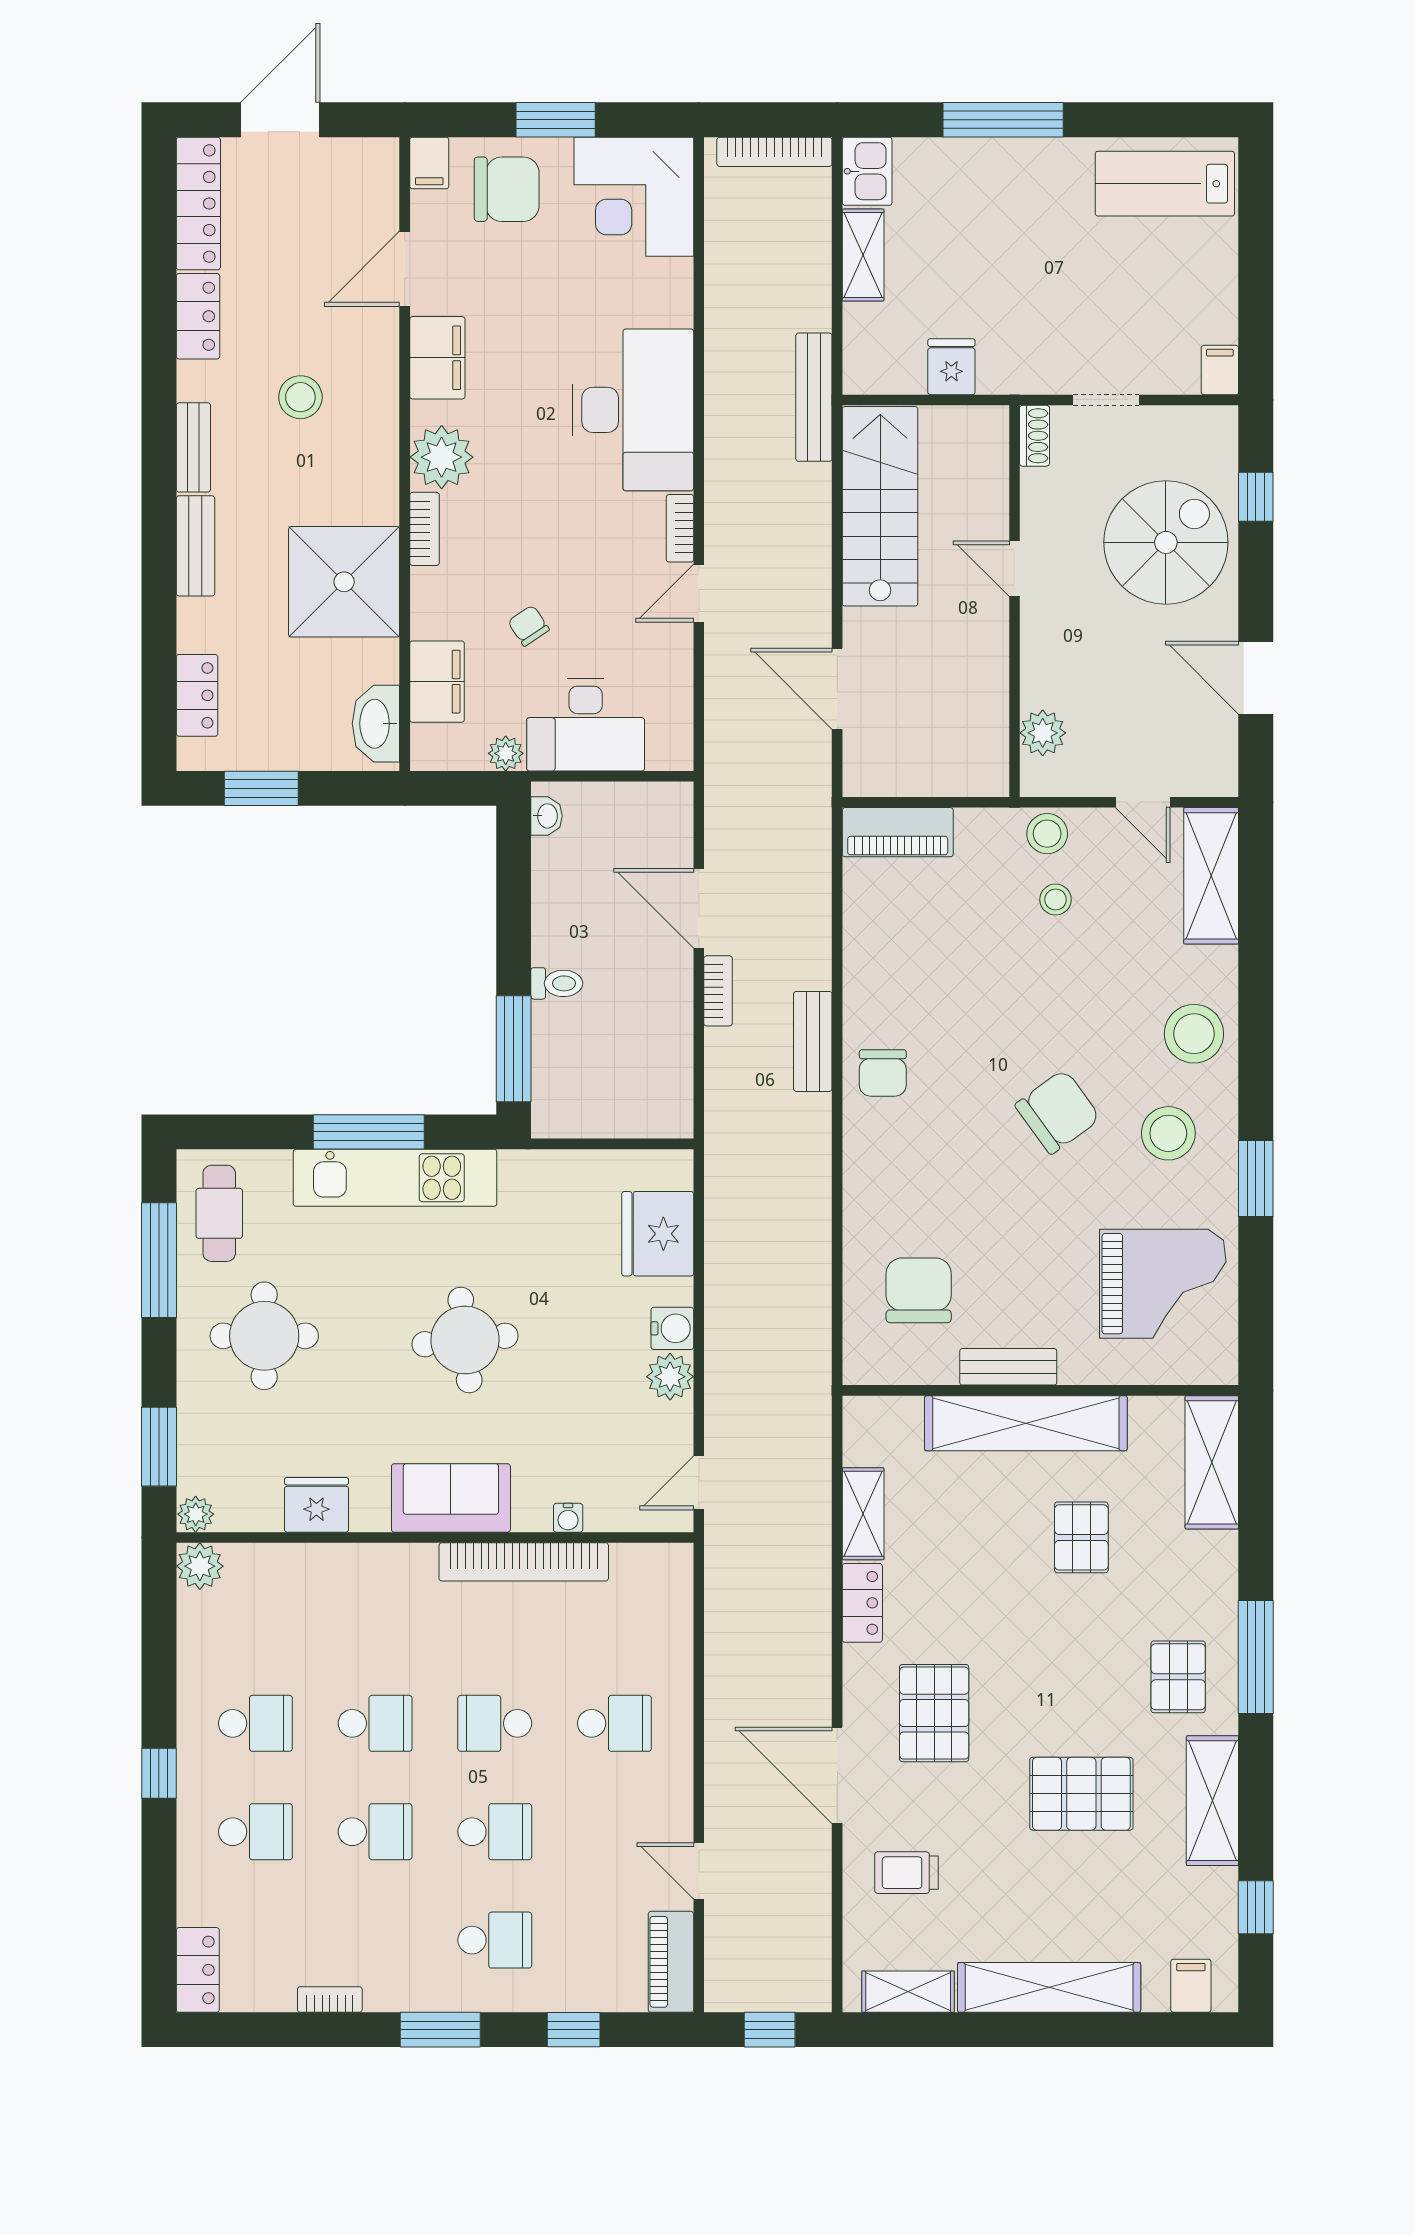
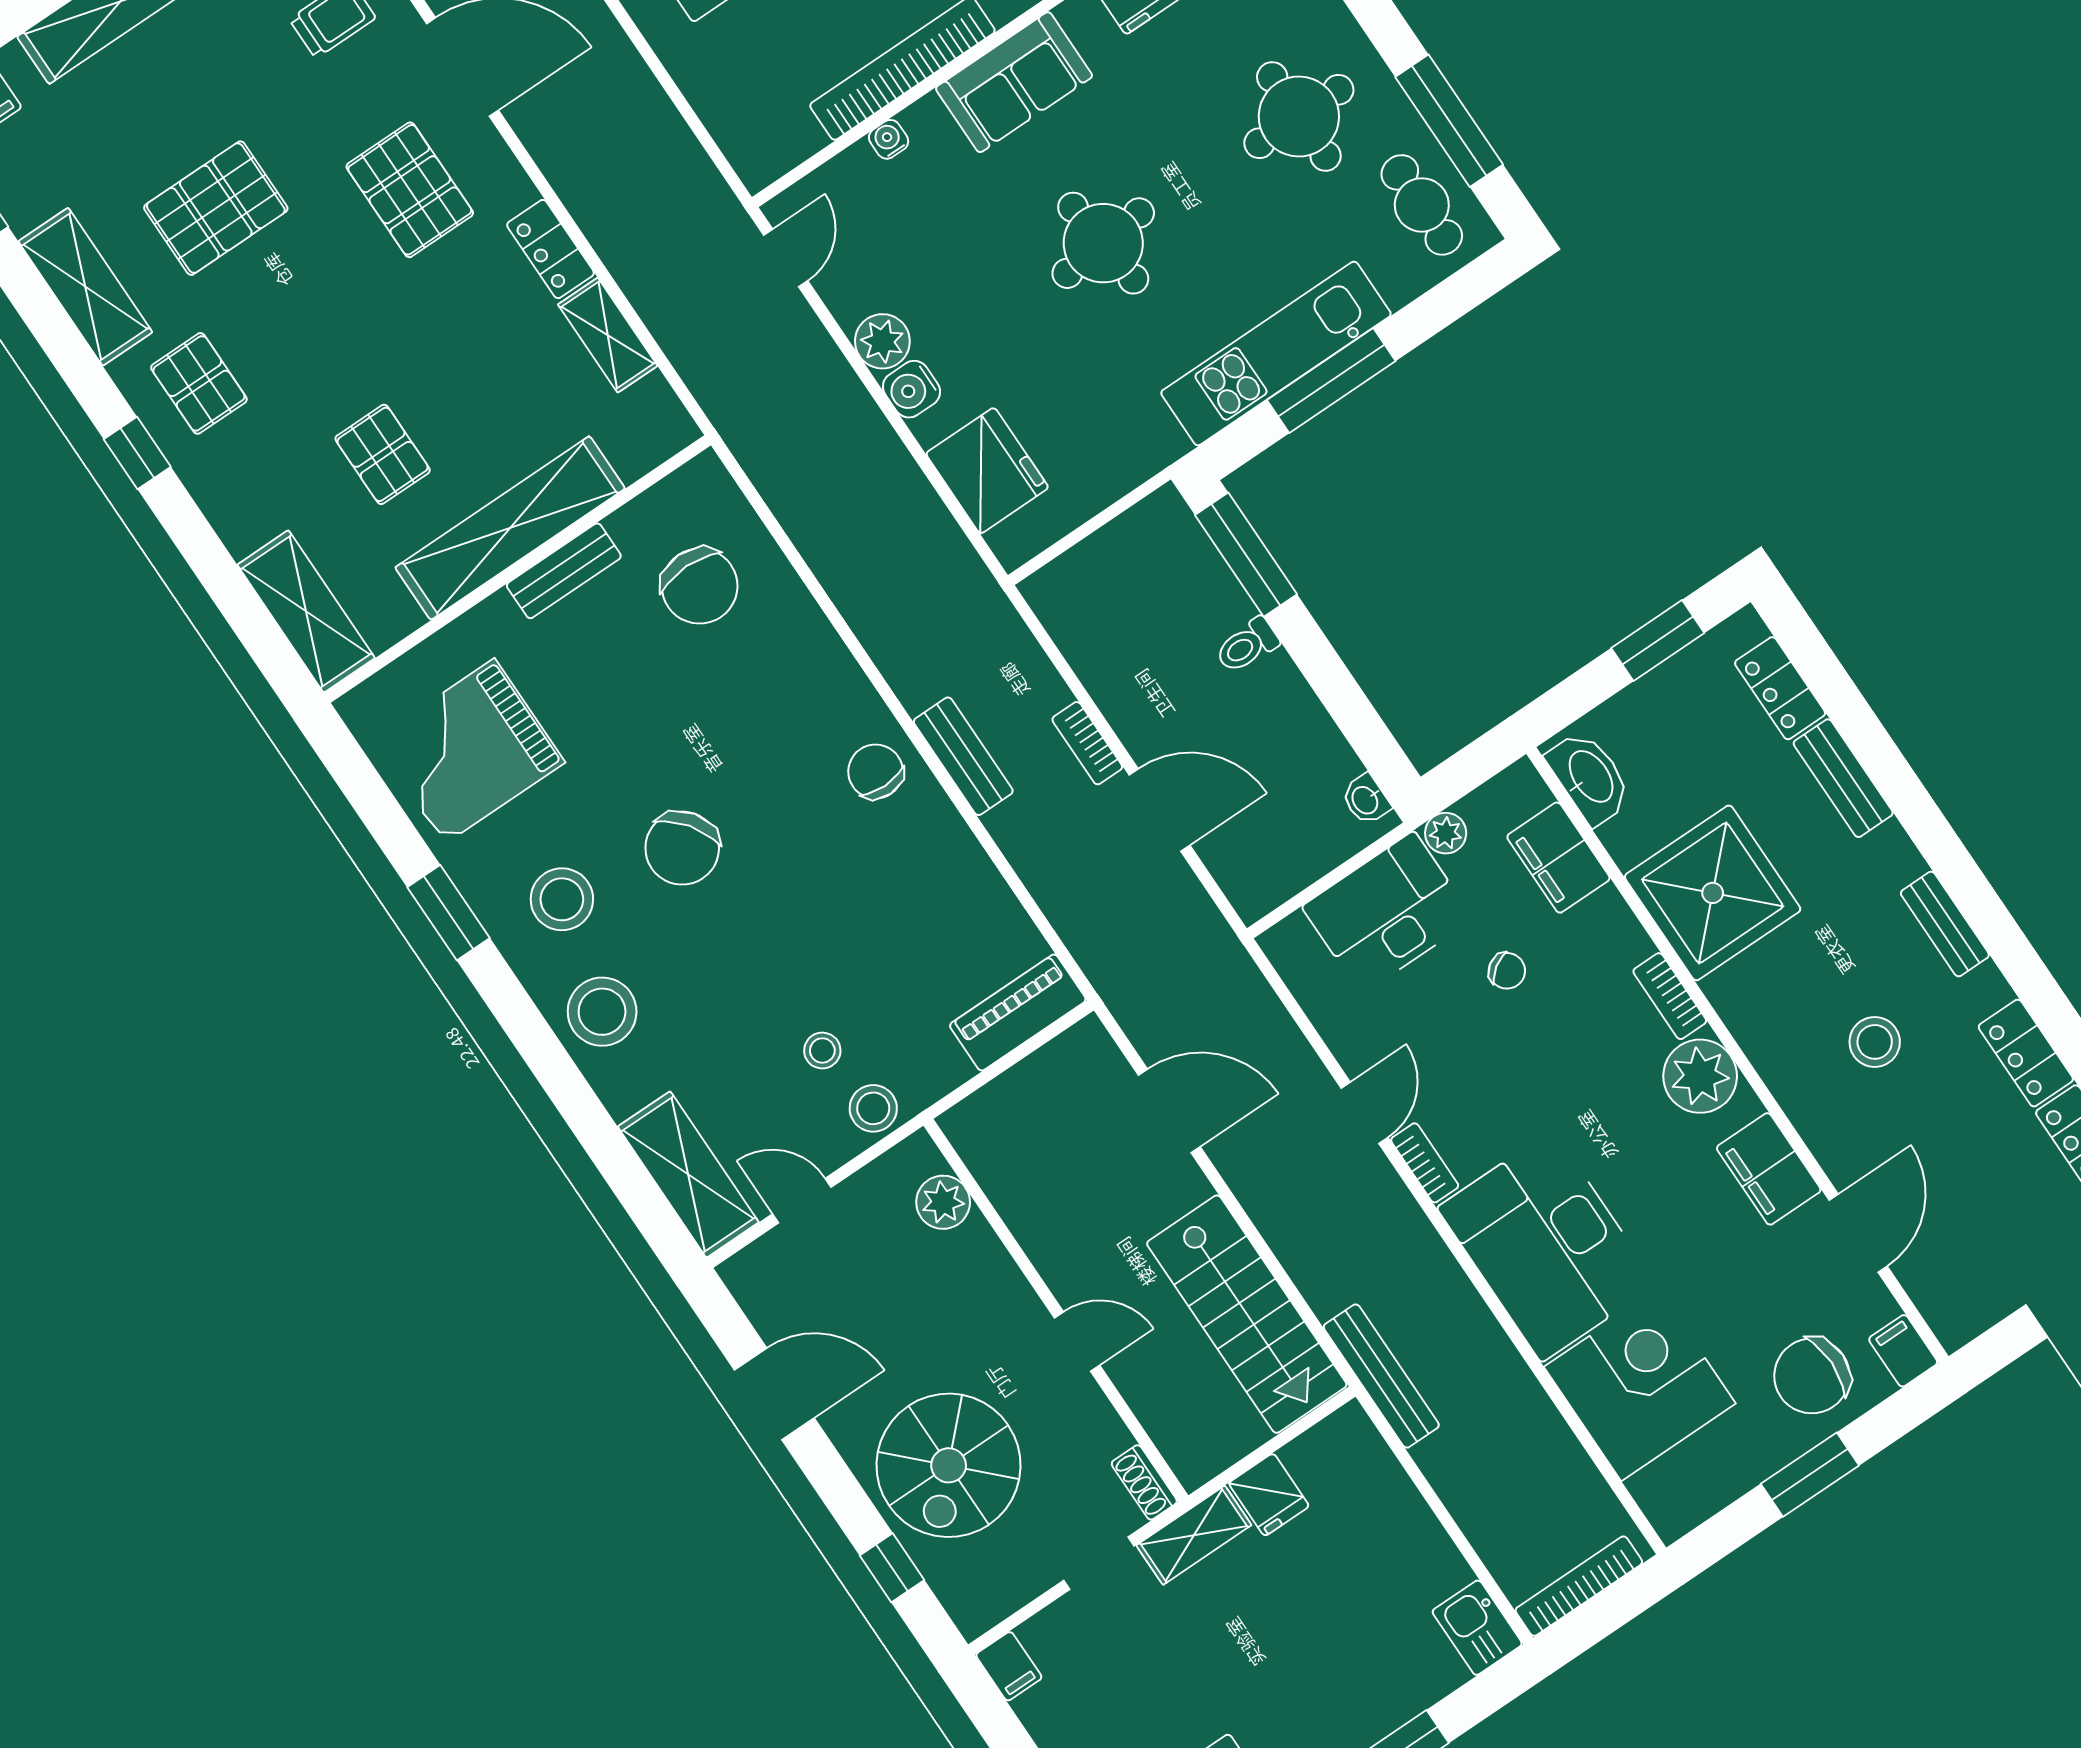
corner desk: (634, 197) -> (1640, 1385), moved
shelving: (863, 255) -> (1194, 1535), moved, turned 90
bench: (195, 546) -> (1843, 778), moved
window: (1256, 1657) -> (137, 453), width x0.46

